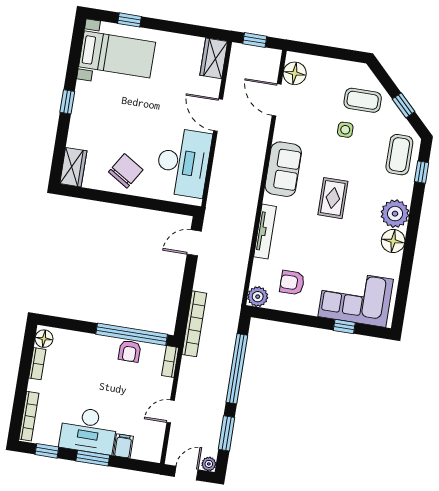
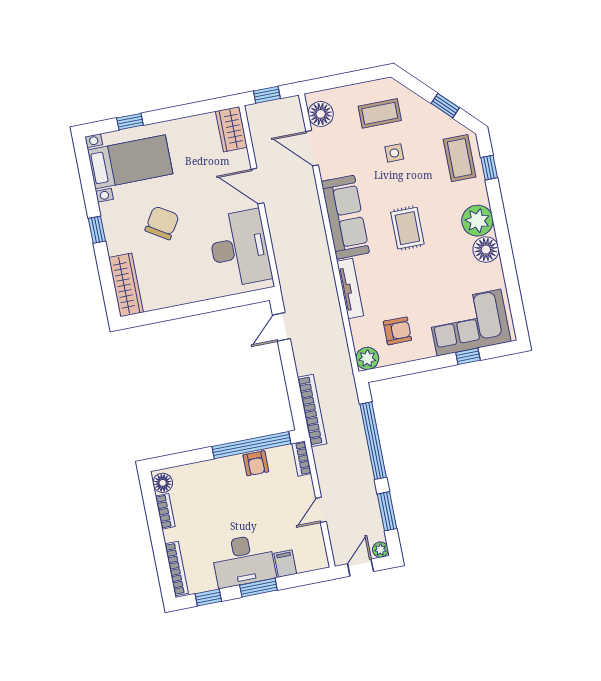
coffee table: (363, 100) -> (380, 113), moved
wardrobe: (73, 167) -> (126, 285), width x1.50
sofa: (283, 169) -> (345, 217), width x1.36
chair: (126, 171) -> (162, 223), moved
armchair: (292, 283) -> (397, 331), turned 180

